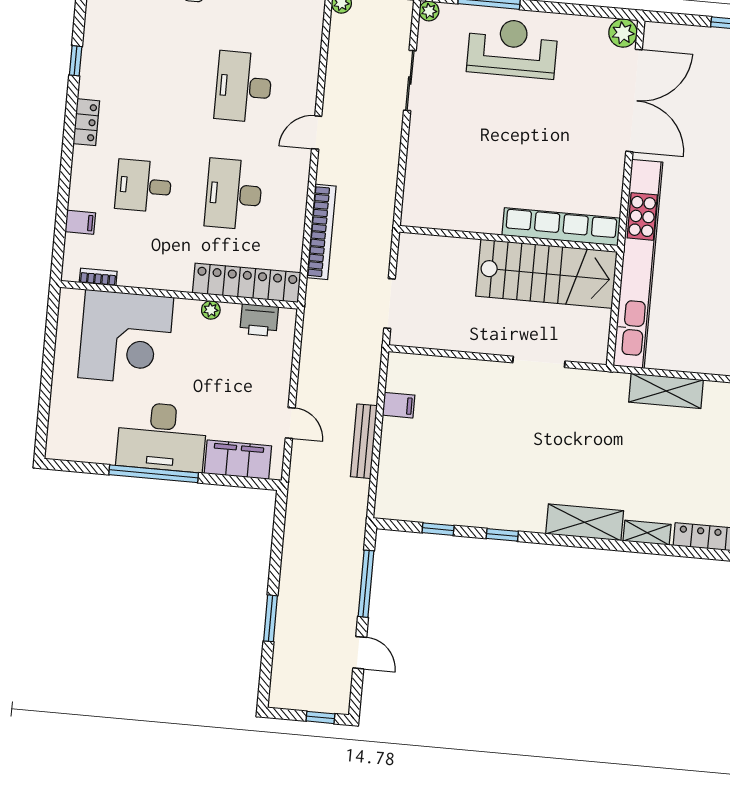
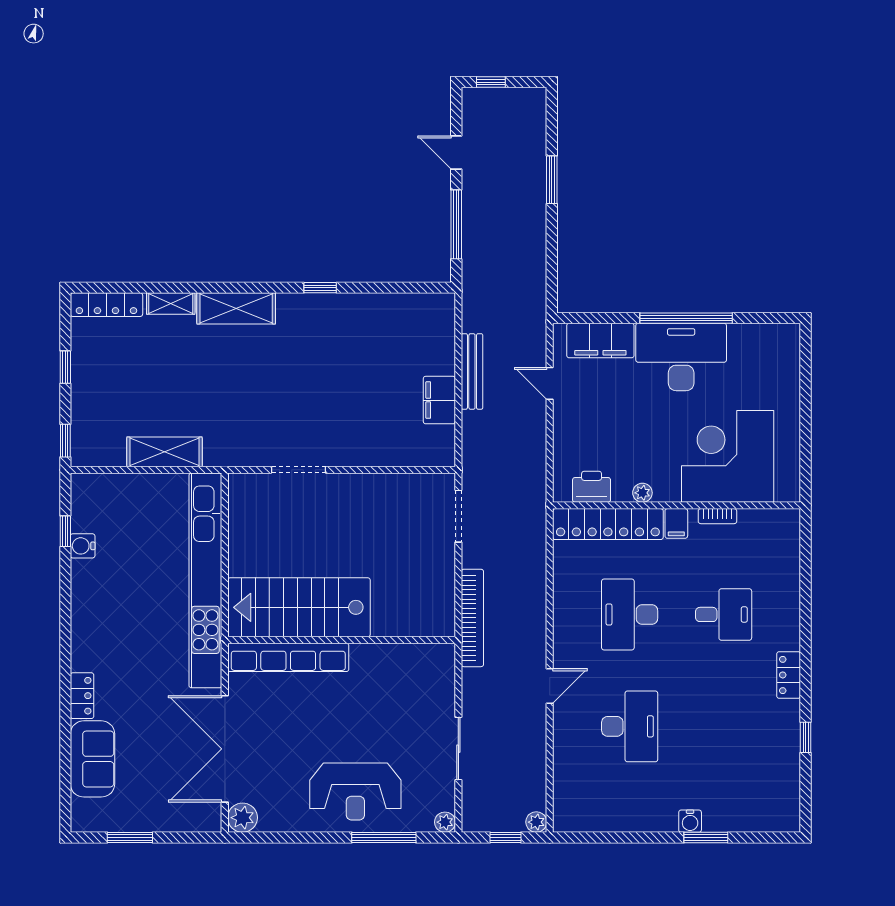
desk: (234, 194) -> (630, 614), turned 180
filing cabinet: (80, 222) -> (676, 523), moved, turned -90
row of seats: (561, 227) -> (288, 657), moved
bookcase: (321, 232) -> (472, 618), moved, turned 180
wall: (508, 239) -> (342, 640), moved
stairs: (546, 274) -> (299, 607), moved
bookcase: (98, 277) -> (717, 516), moved
filing cabinet: (399, 405) -> (439, 400), width x2.00
window: (438, 529) -> (387, 288), removed

